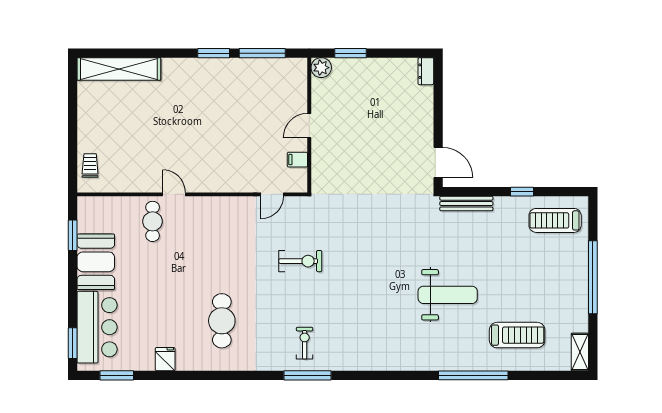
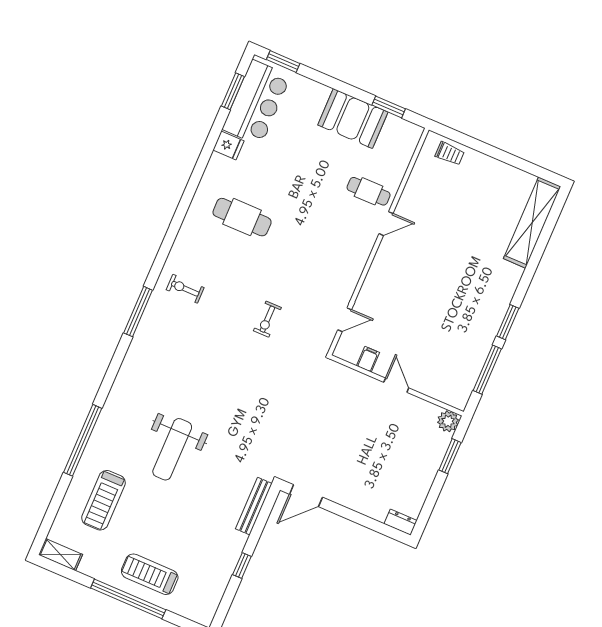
door: (272, 194) -> (345, 320), swing flipped
treadmill: (555, 220) -> (150, 574), moved, turned -90
exercise bike: (300, 261) -> (267, 319), width x0.73, depth x0.72
bar counter: (97, 327) -> (257, 103), moved, turned -90
exercise bike: (305, 343) -> (185, 289), turned 180
window: (308, 375) -> (138, 312), moved

